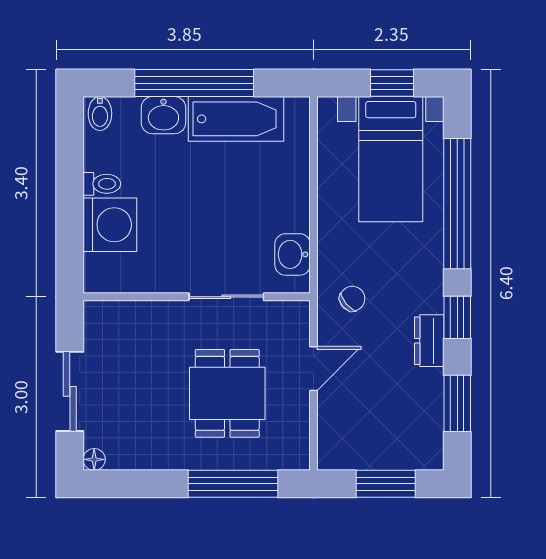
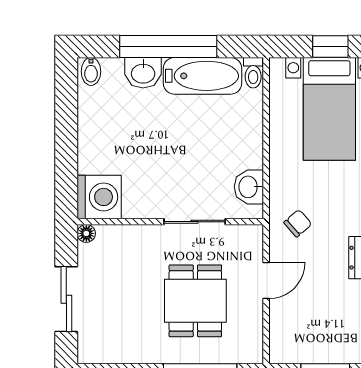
toilet: (102, 184) -> (253, 73), moved, turned 90
washing machine: (110, 225) -> (99, 197), moved
floor lamp: (94, 459) -> (86, 233), moved

